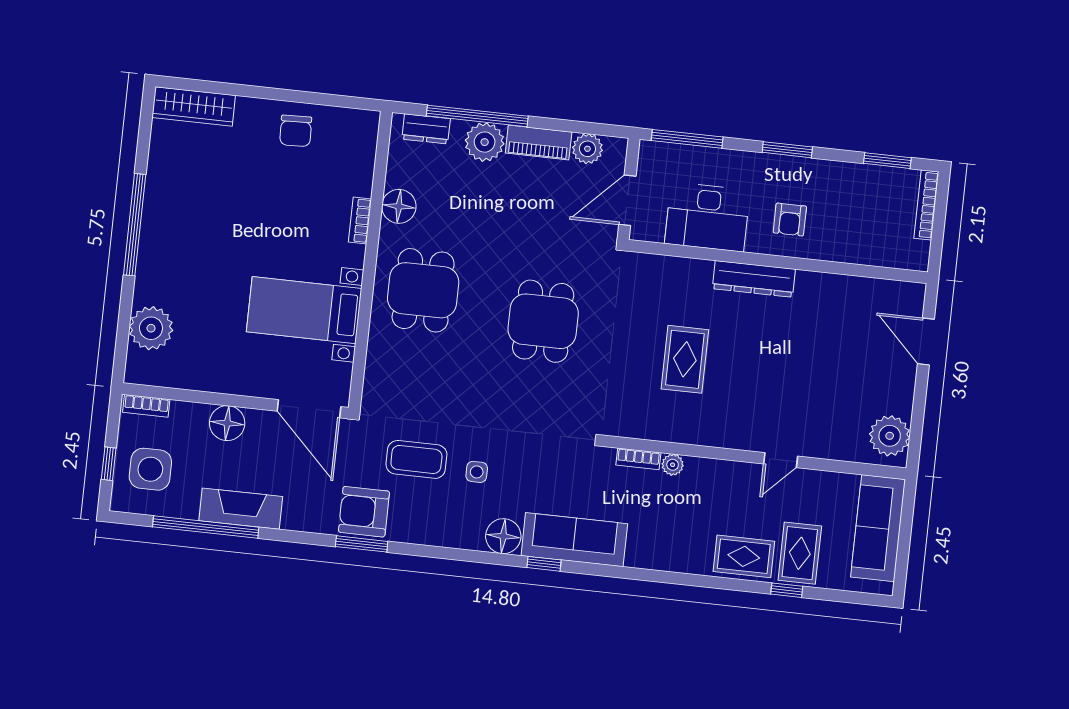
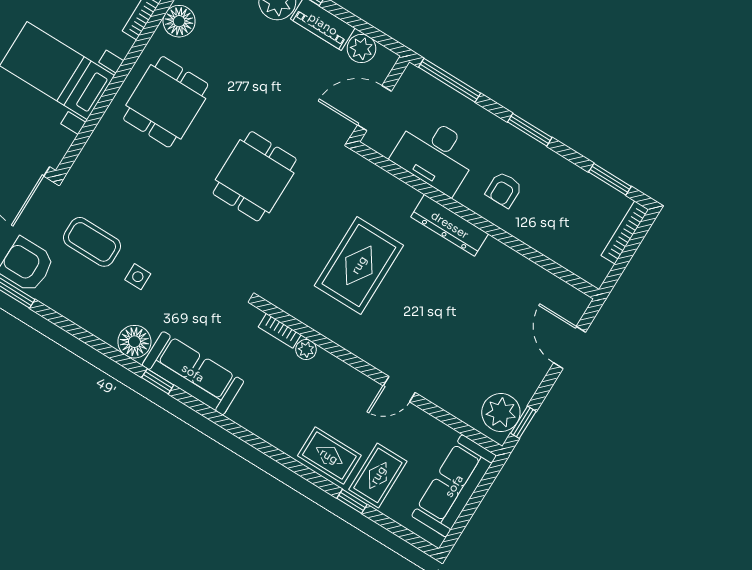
rug: (685, 359) -> (359, 265), width x1.36, depth x1.43
window: (916, 435) -> (523, 422), added

